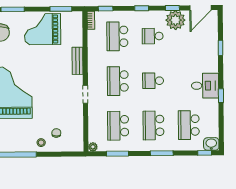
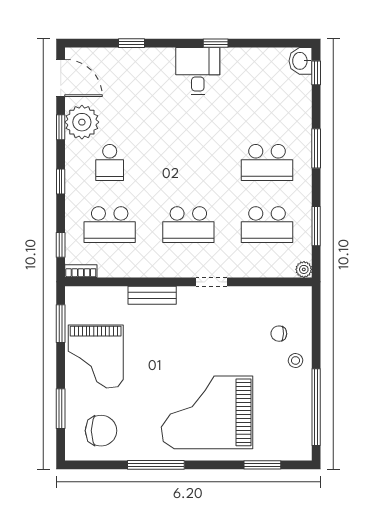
school desk: (153, 81) -> (188, 163), removed
school desk: (189, 125) -> (267, 100), removed

